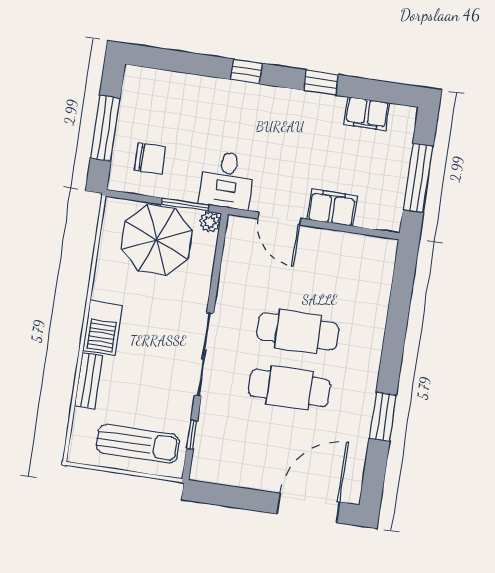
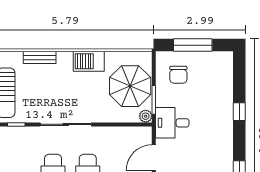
window: (247, 71) -> (239, 112), moved
barbecue: (103, 328) -> (89, 61), moved

